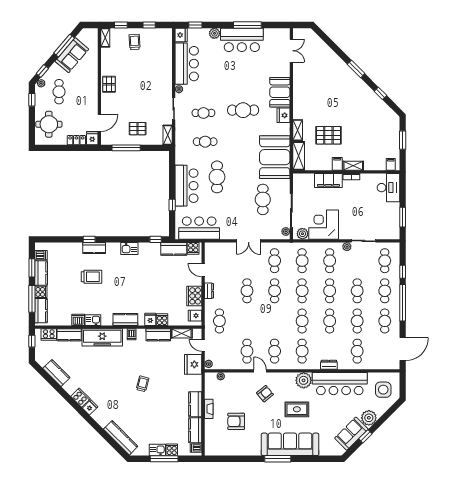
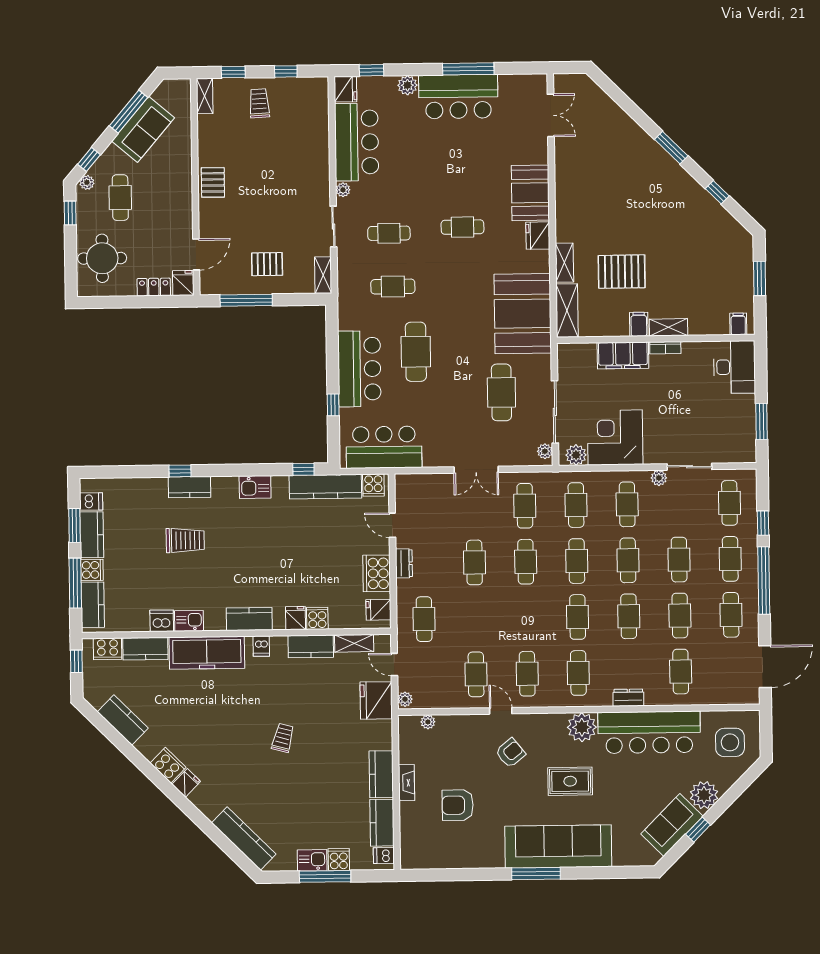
cafe table: (243, 110) -> (462, 227), width x0.73, depth x0.74
kitchen counter: (174, 249) -> (325, 487), width x1.50

